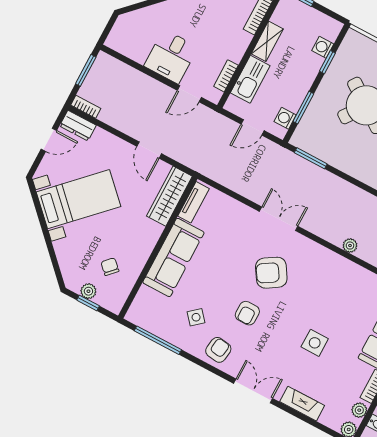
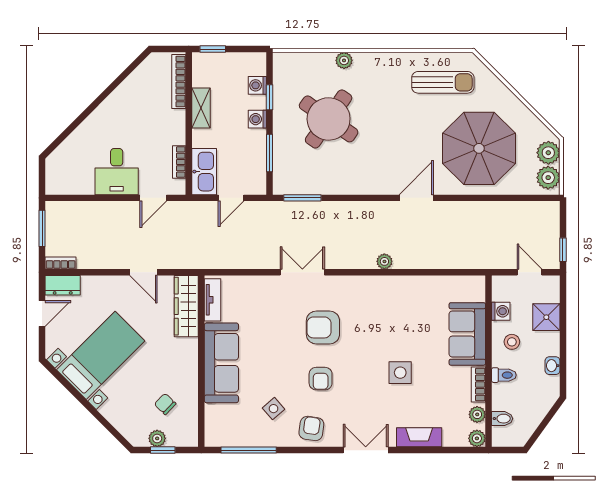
kitchen sink: (250, 79) -> (204, 172), moved
washing machine: (285, 118) -> (257, 119), moved
armchair: (271, 273) -> (323, 327), turned 32

